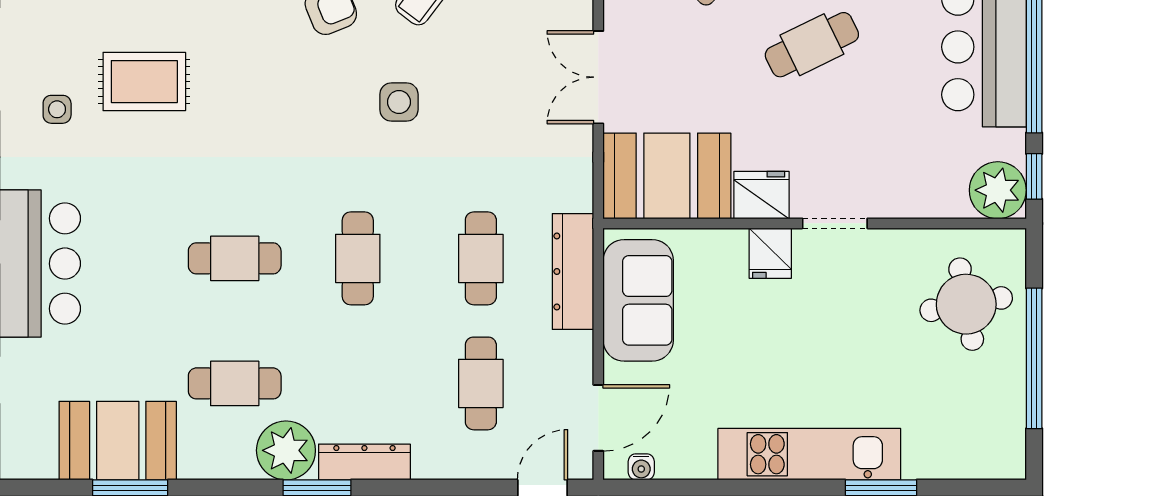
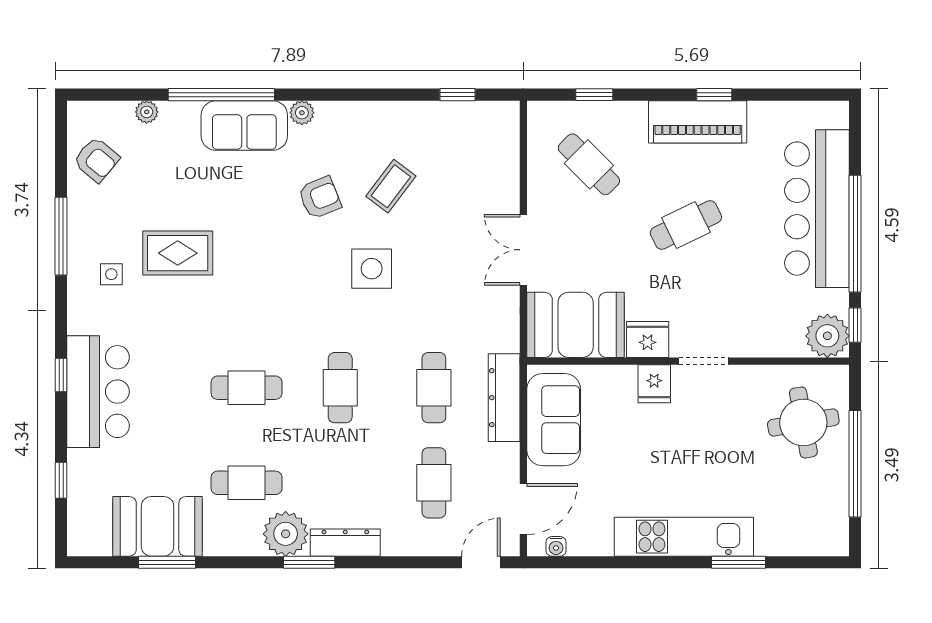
side table: (399, 102) -> (372, 269), width x1.37, depth x1.37

